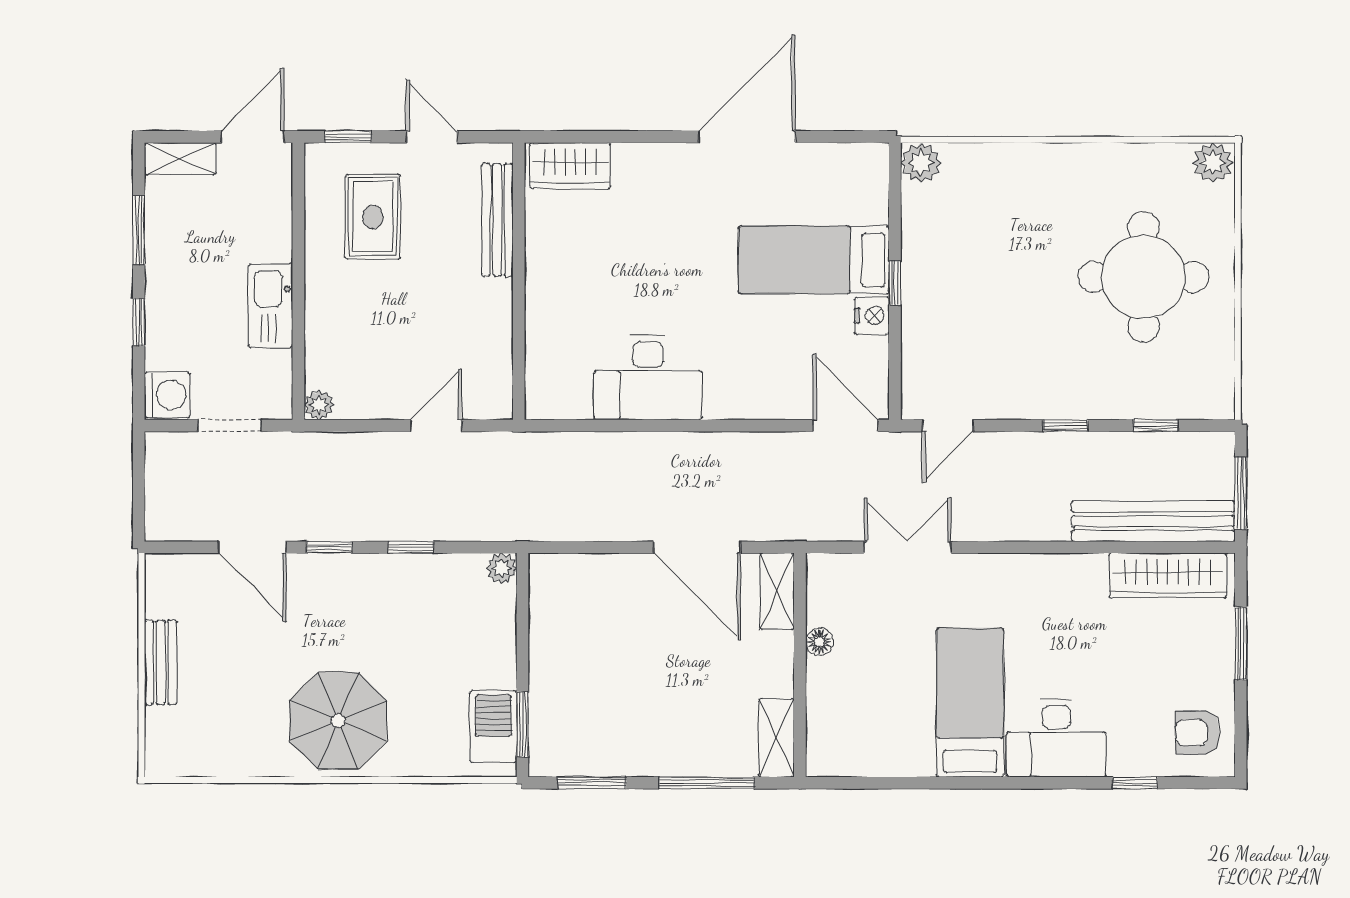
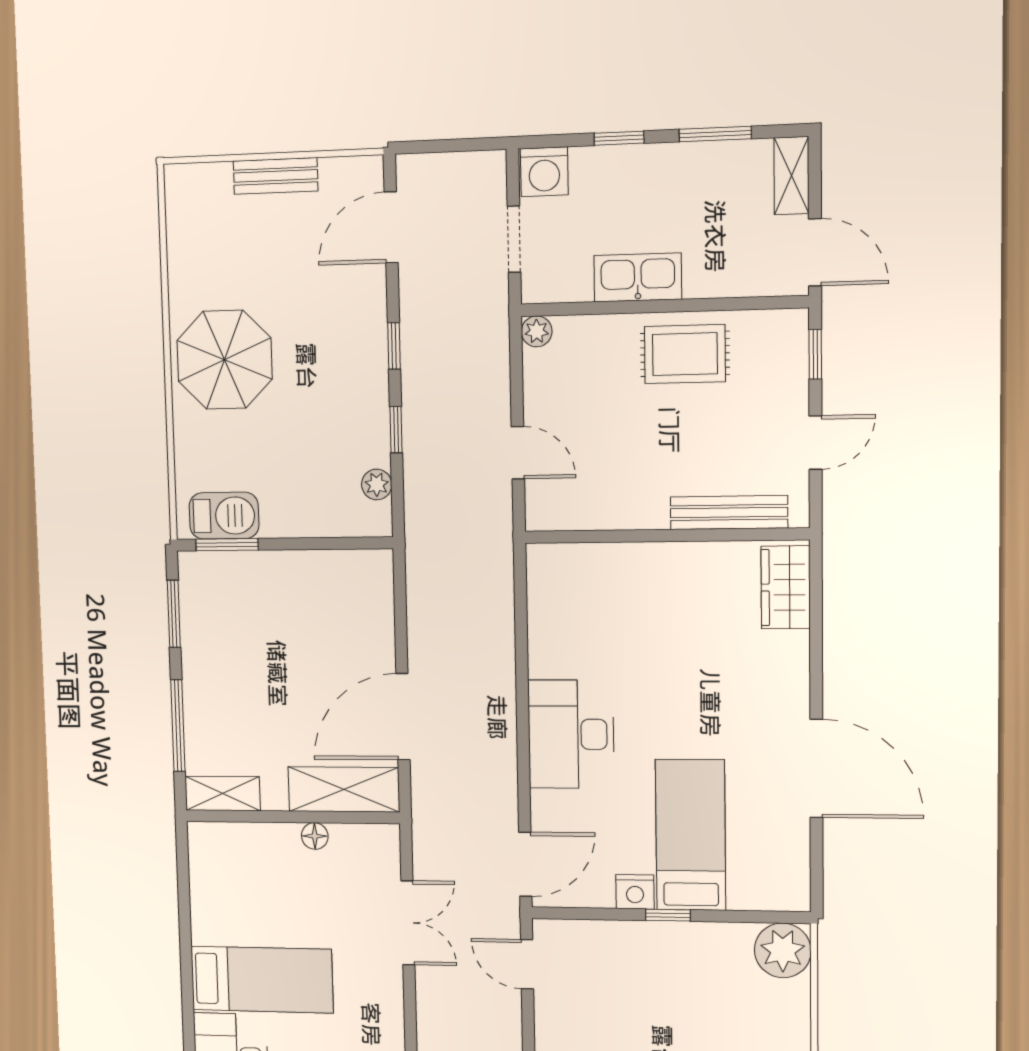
plant: (921, 163) -> (783, 950), width x1.36, depth x1.36
rug: (373, 217) -> (685, 354), moved
desk: (648, 377) -> (571, 734), moved
door: (252, 547) -> (391, 227), moved
plant: (502, 568) -> (377, 484), moved
shelving: (777, 591) -> (344, 789), width x1.50, depth x1.33

